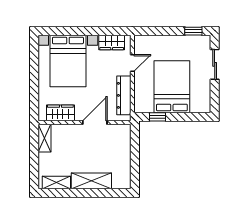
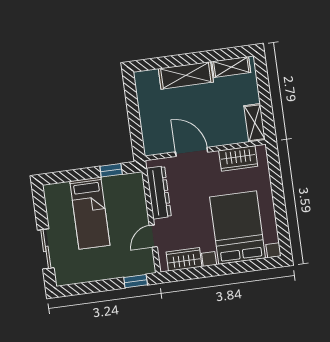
window: (193, 31) -> (136, 281), moved
bed: (172, 87) -> (90, 213), width x0.67
door: (95, 123) -> (192, 152), swing flipped

